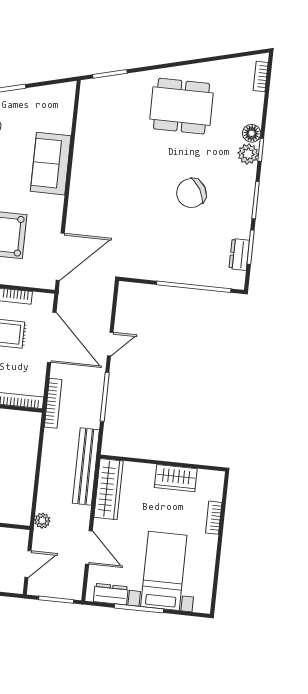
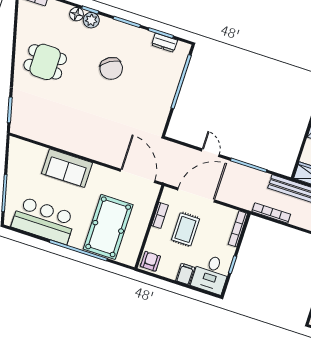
dining table: (181, 106) -> (45, 62), width x0.73
bookcase: (53, 403) -> (271, 213), moved

